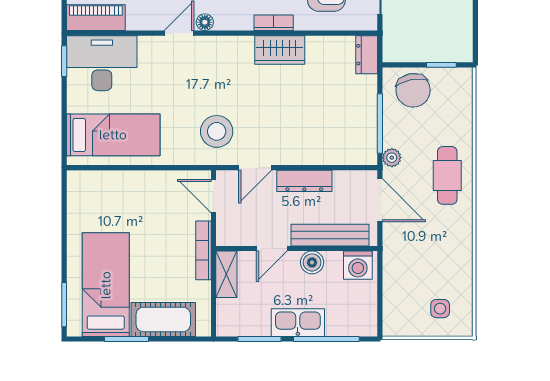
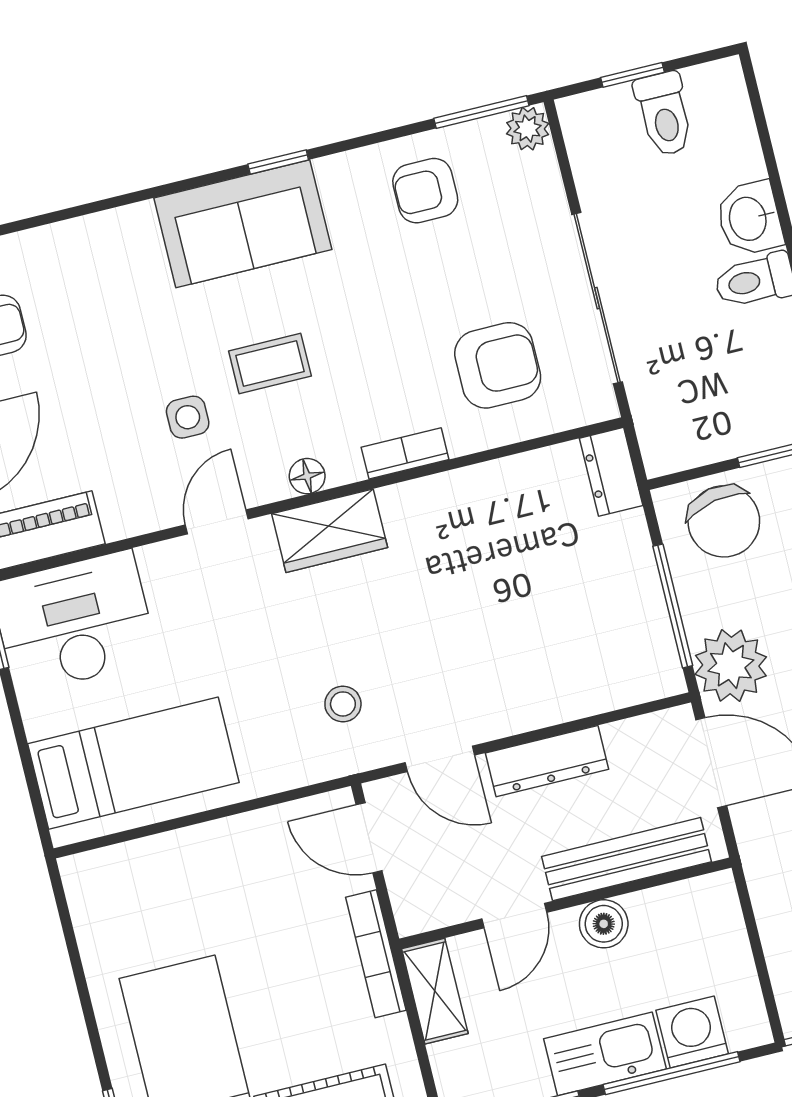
floor lamp: (205, 22) -> (307, 476), moved
wardrobe: (280, 50) -> (330, 531), moved
stool: (217, 131) -> (343, 704), width x0.53, depth x0.53
plant: (392, 158) -> (731, 666), width x1.88, depth x1.88
door: (255, 168) -> (440, 759), hinge flipped
washing machine: (358, 265) -> (692, 1032), moved, turned 180

